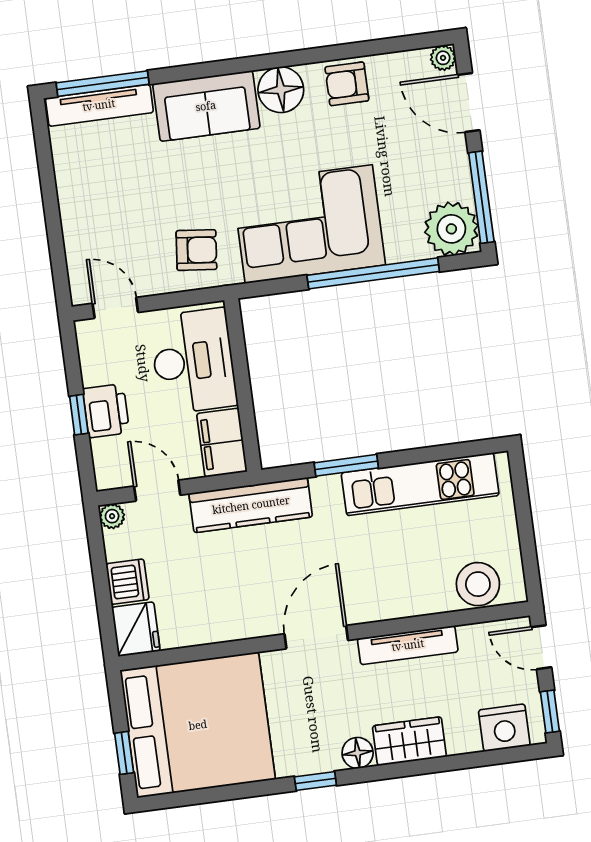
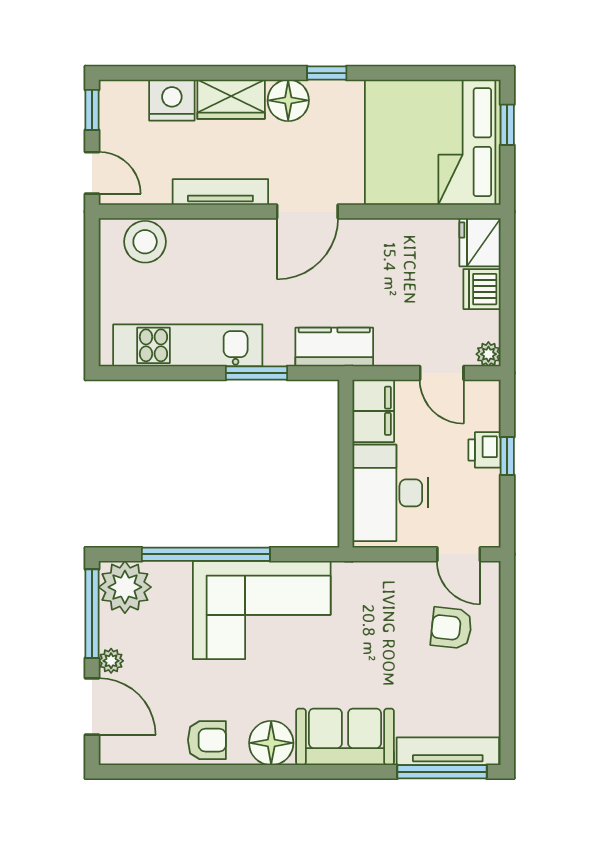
plant: (443, 58) -> (111, 661), moved
armchair: (196, 250) -> (451, 628), moved
printer: (106, 411) -> (485, 450), width x0.73, depth x0.81
kitchen counter: (251, 505) -> (334, 347), width x0.67
nightstand: (504, 728) -> (172, 100), moved
floor lamp: (358, 753) -> (288, 100), width x1.38, depth x1.38

